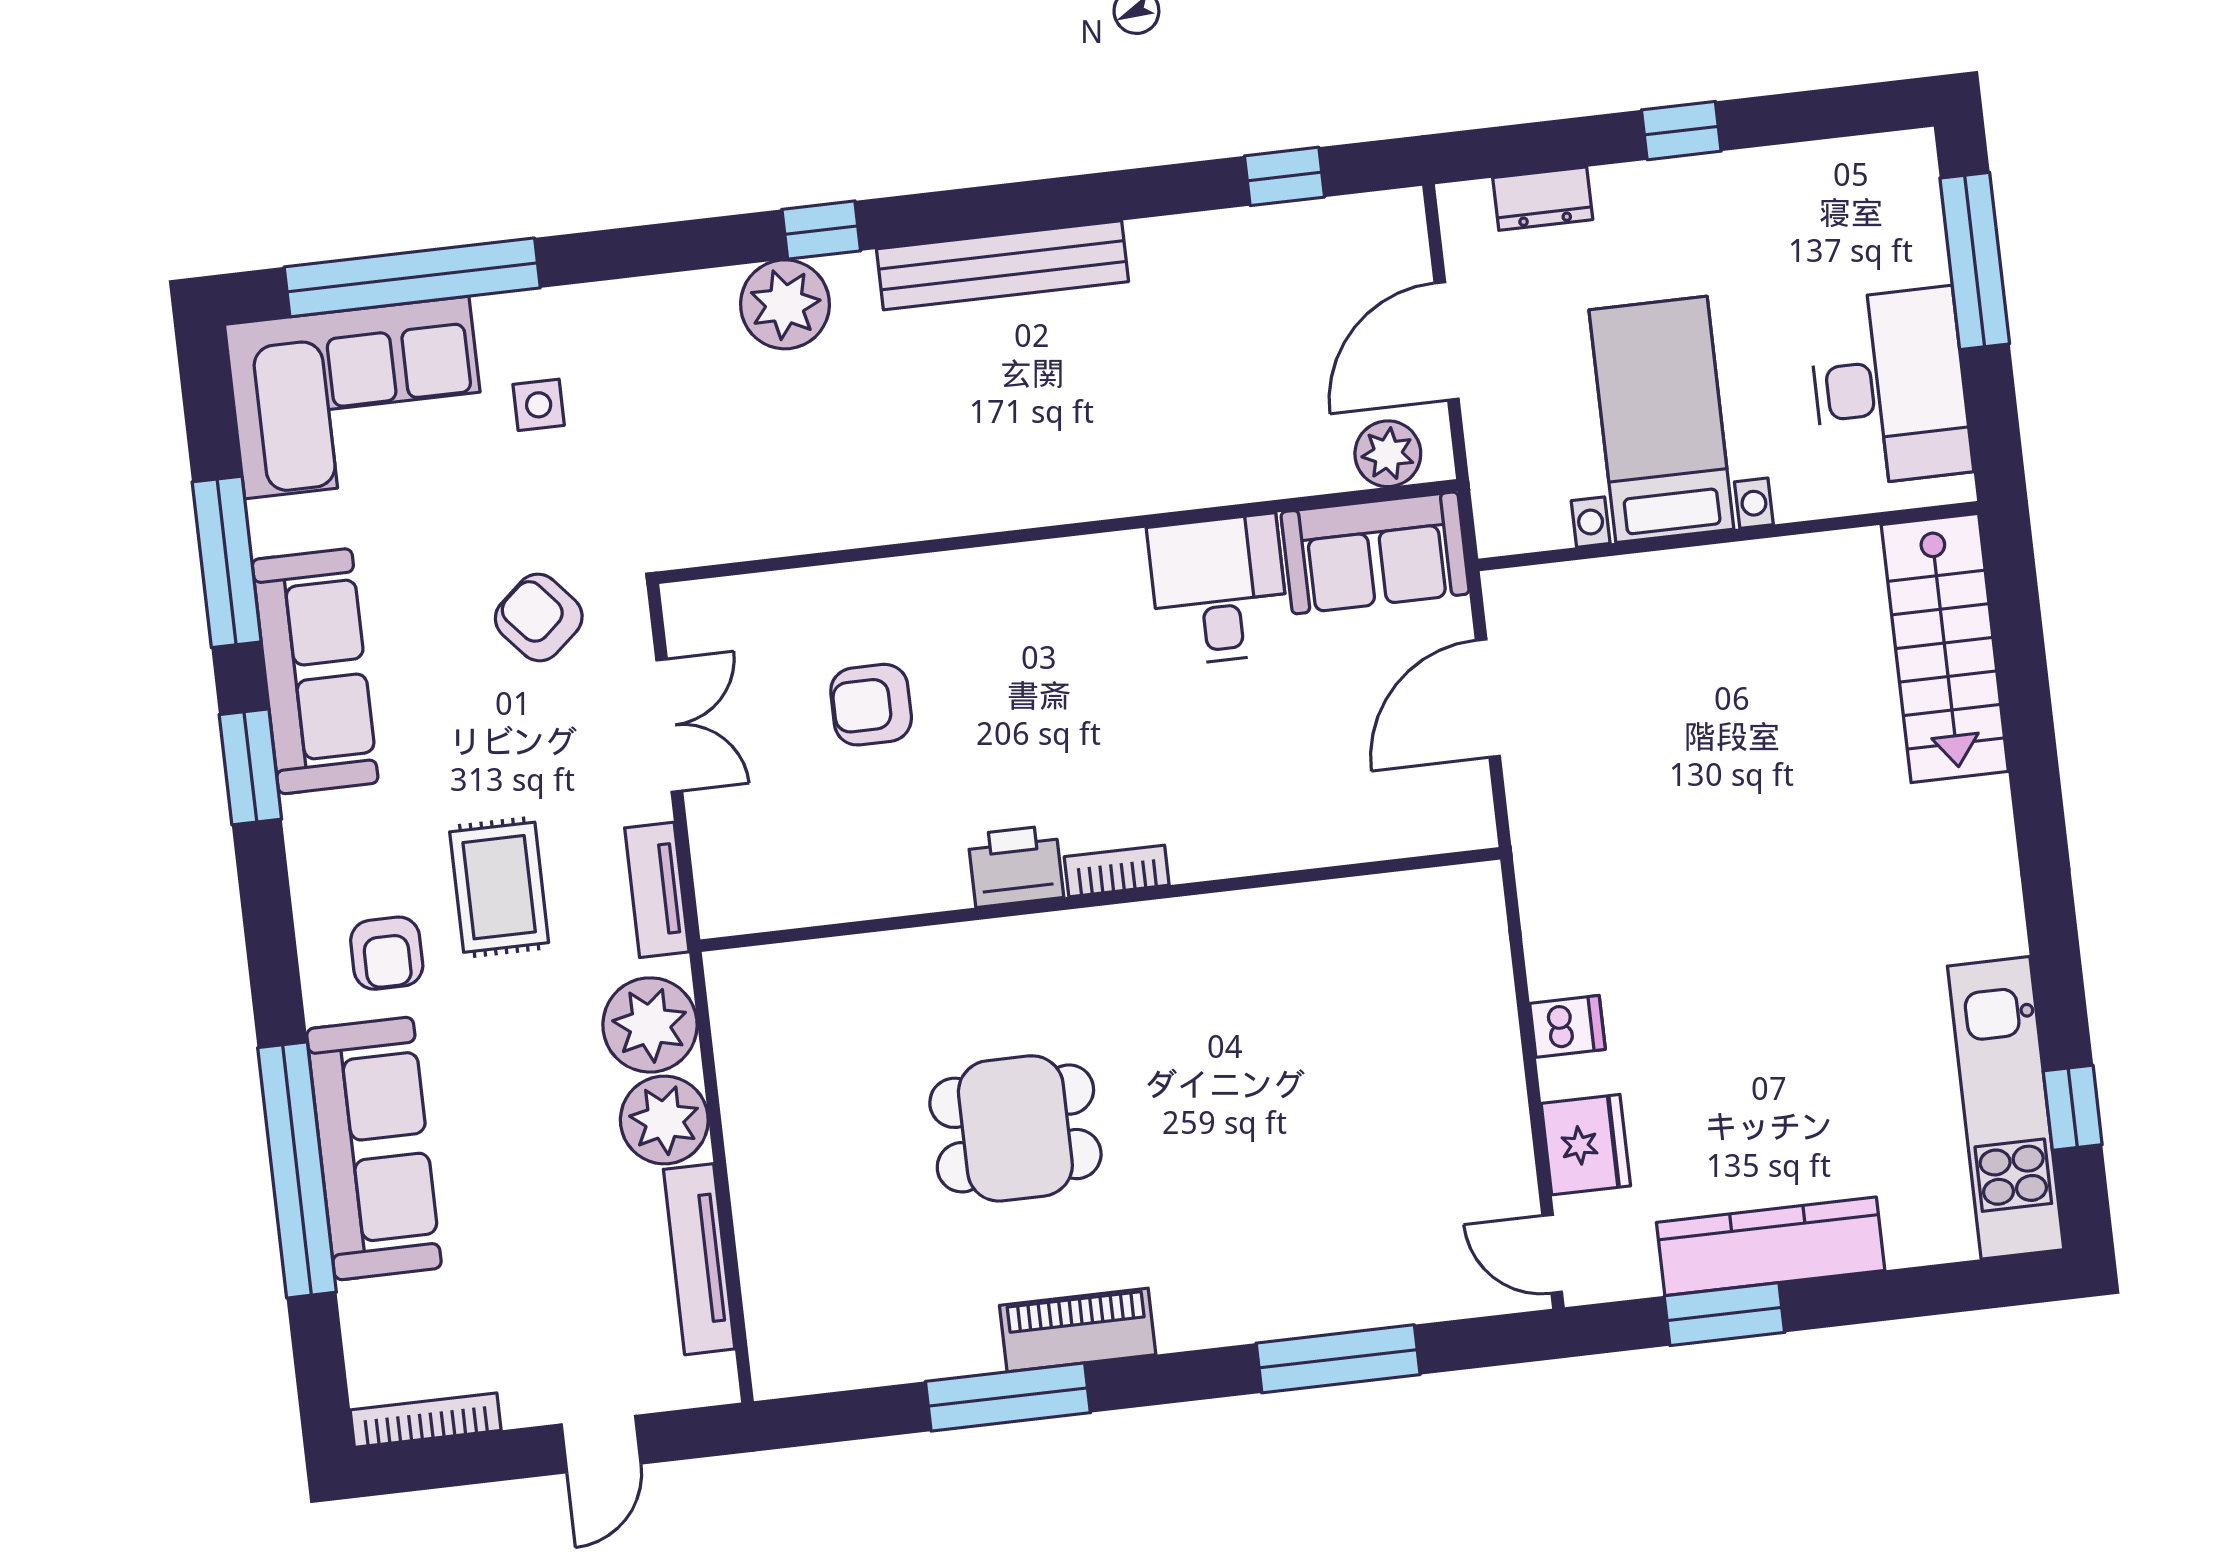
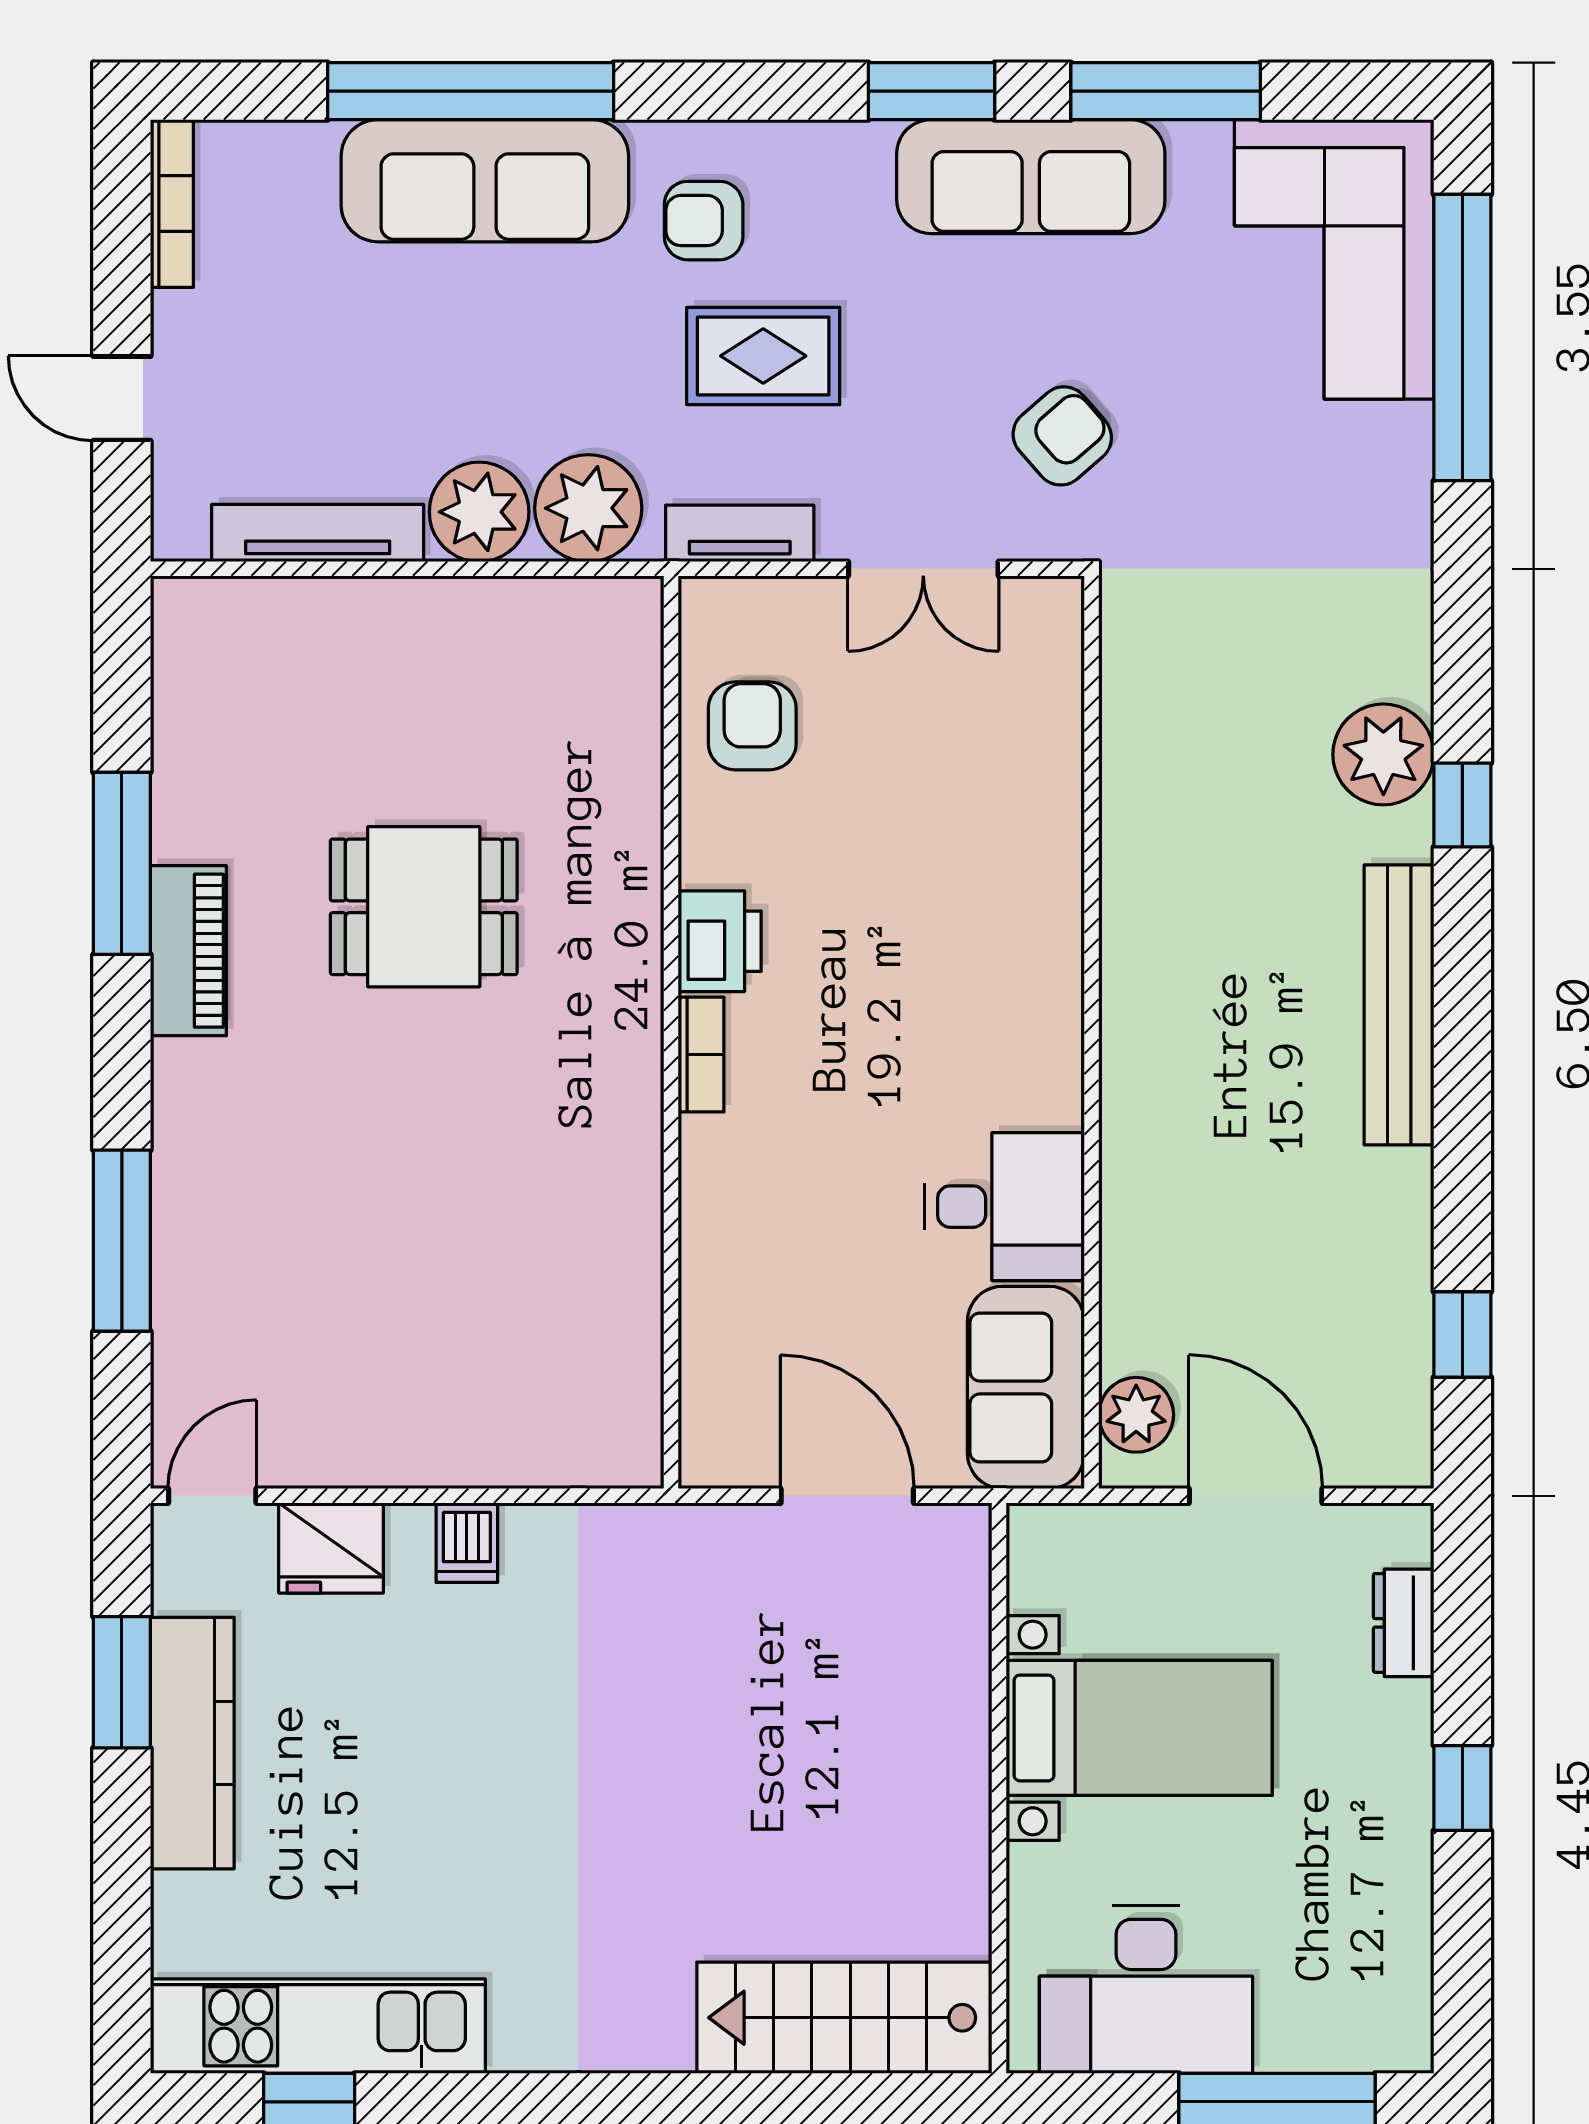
side table: (539, 405) -> (1302, 463), removed
armchair: (871, 705) -> (752, 726), moved
dining table: (1015, 1128) -> (424, 907), turned 90

